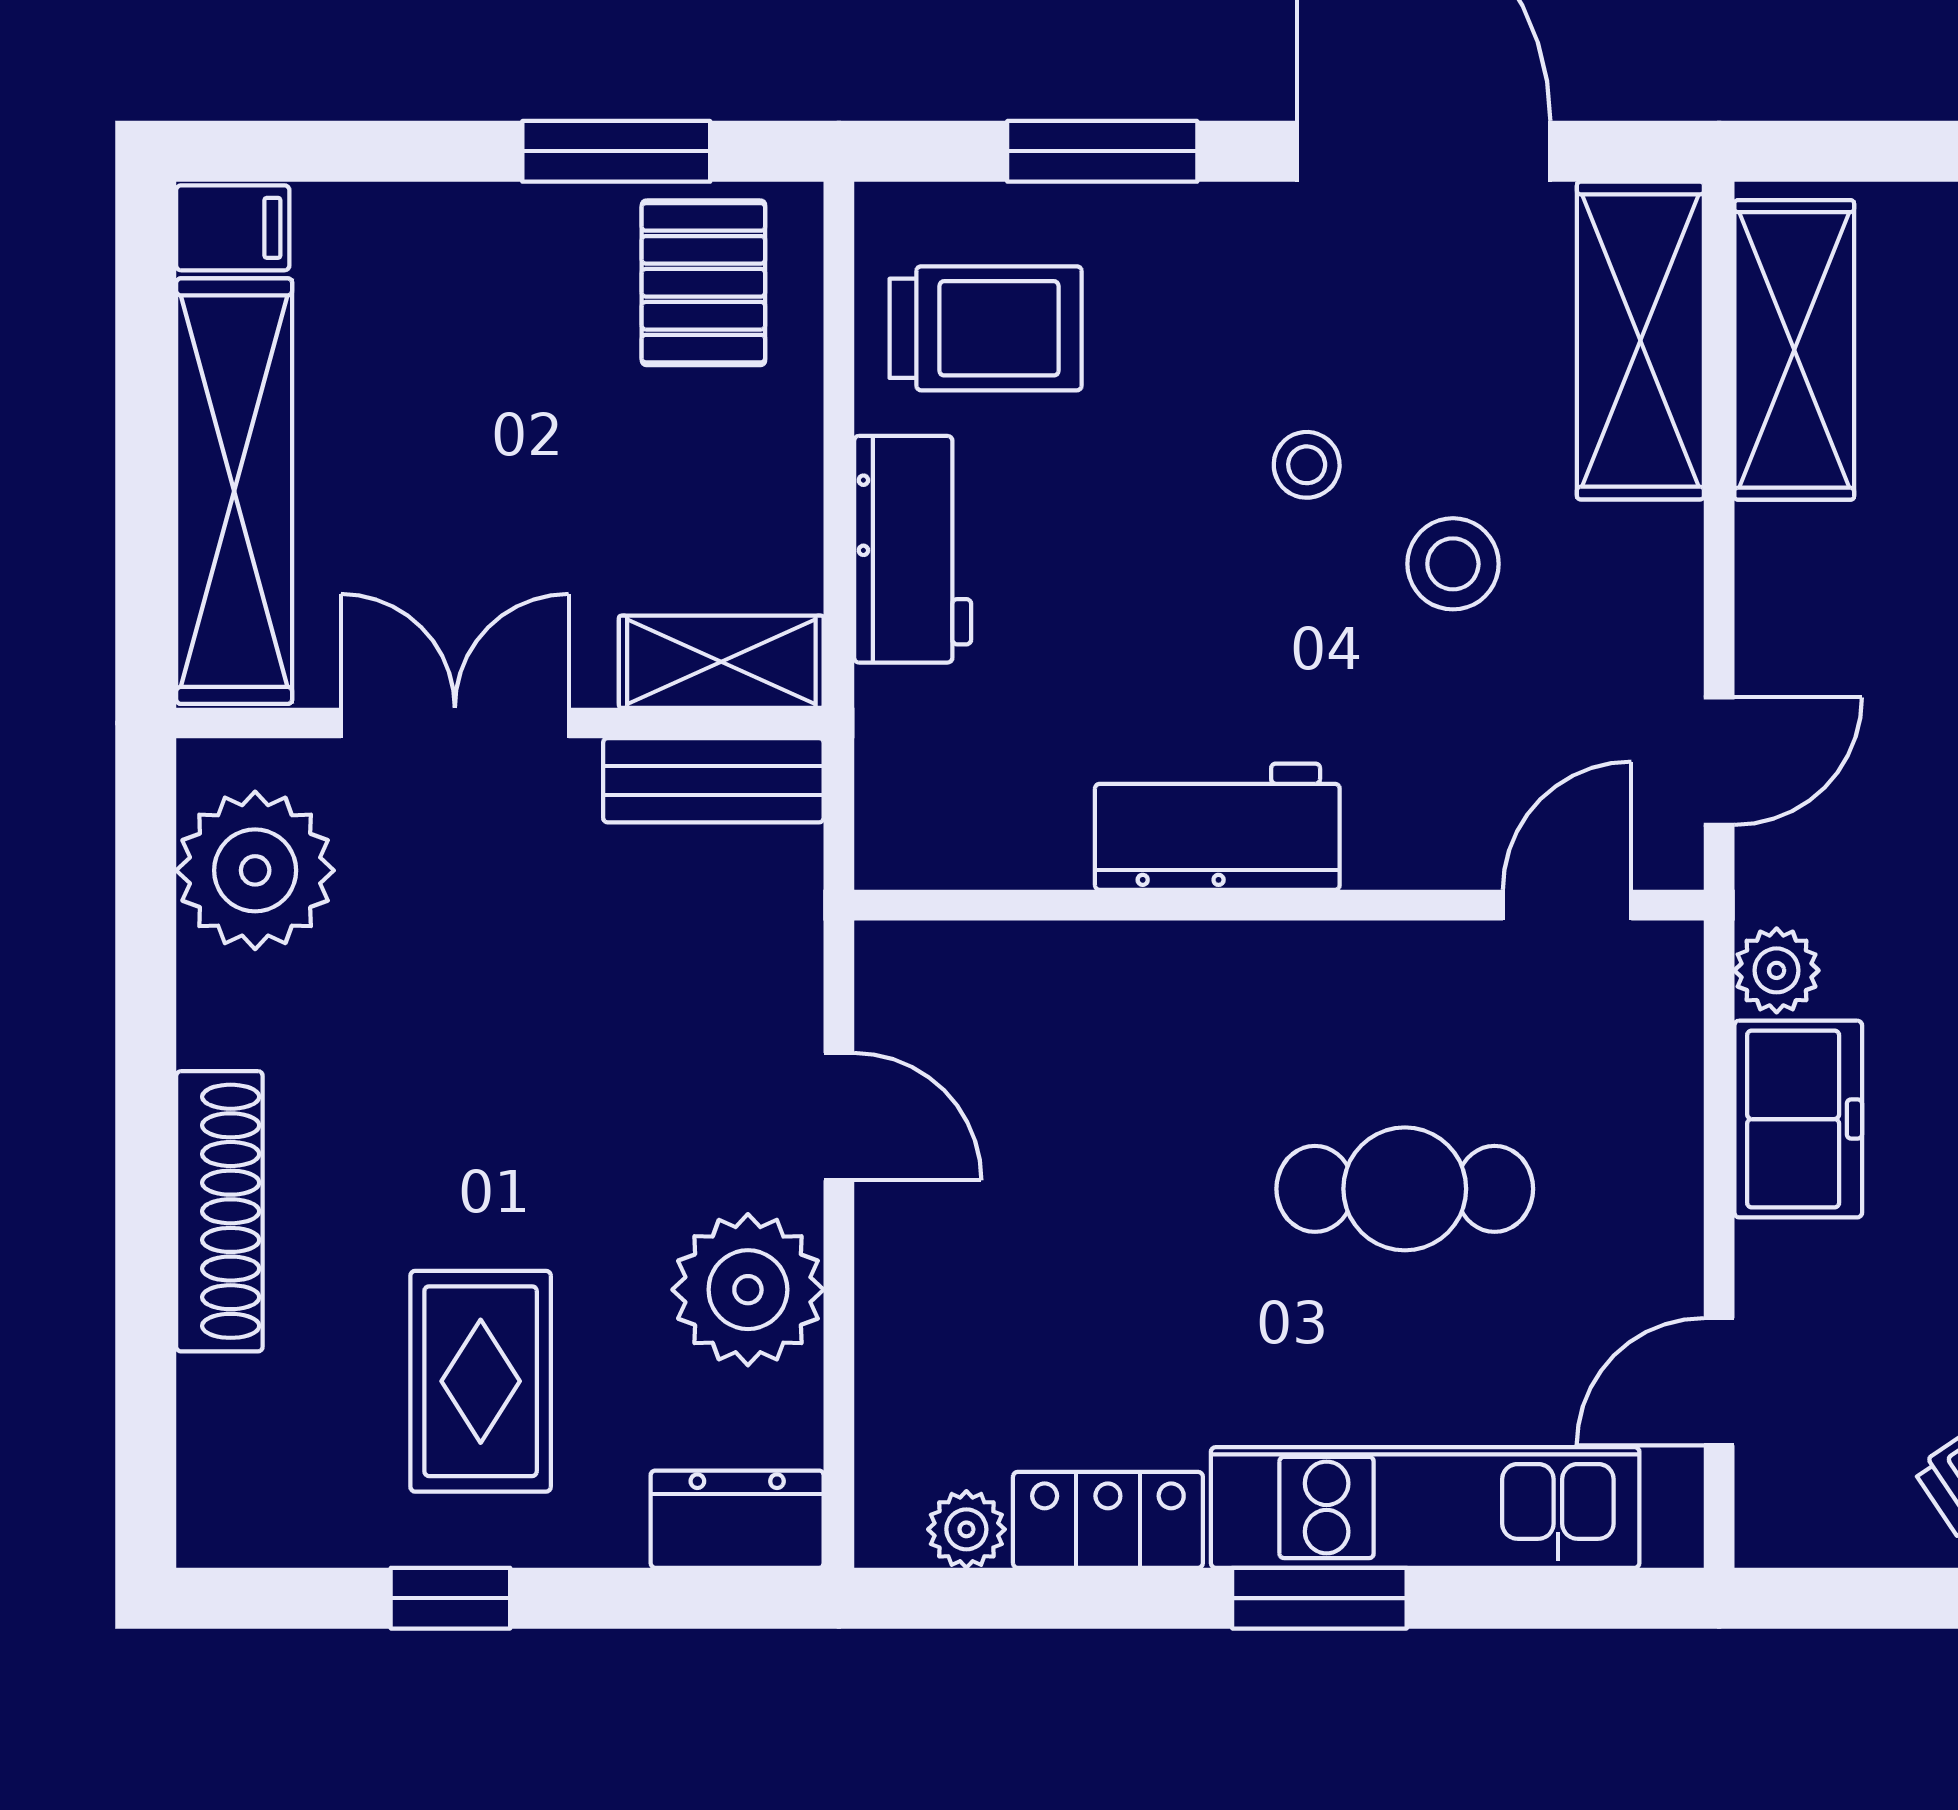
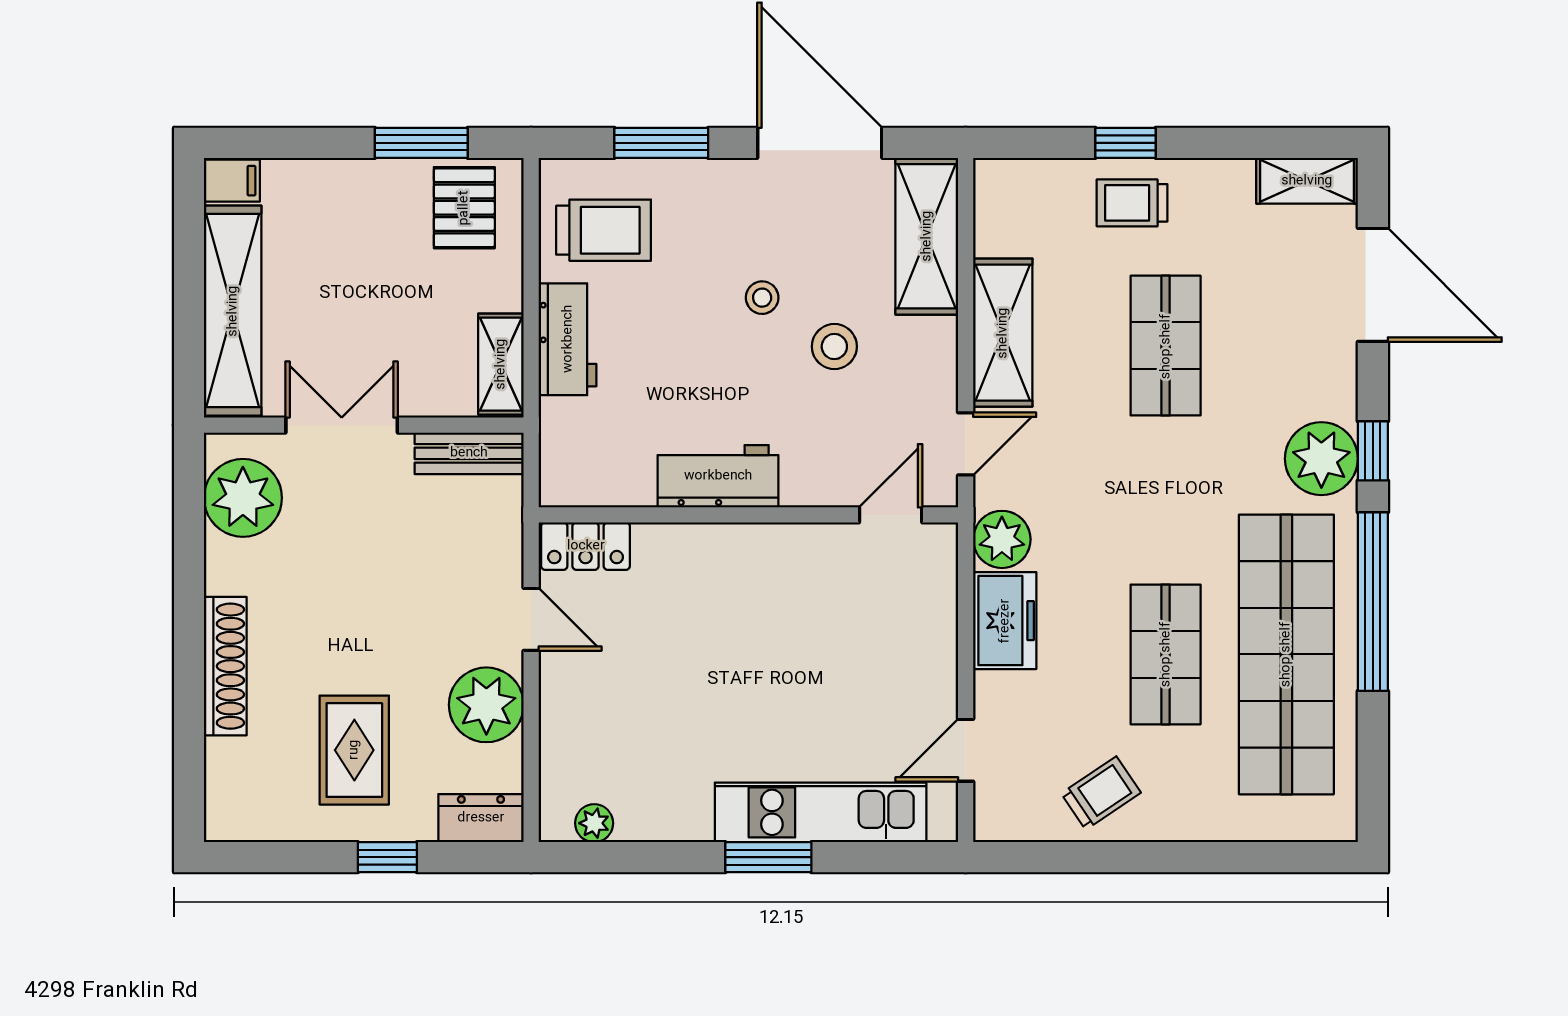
shelving: (1794, 350) -> (1003, 333), moved
shelving: (721, 662) -> (501, 364), moved, turned 90
plant: (1777, 970) -> (1002, 539), width x1.38, depth x1.38
cafe table: (1405, 1189) -> (811, 655), removed
locker: (1108, 1520) -> (586, 546), moved, turned 180
window: (450, 1598) -> (387, 857), moved

